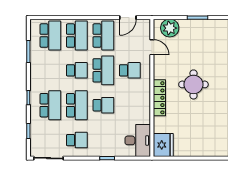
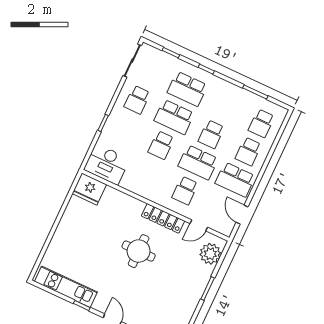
school desk: (50, 36) -> (261, 123), width x0.54
school desk: (77, 36) -> (248, 151), width x0.54
locker: (159, 98) -> (163, 218), moved

